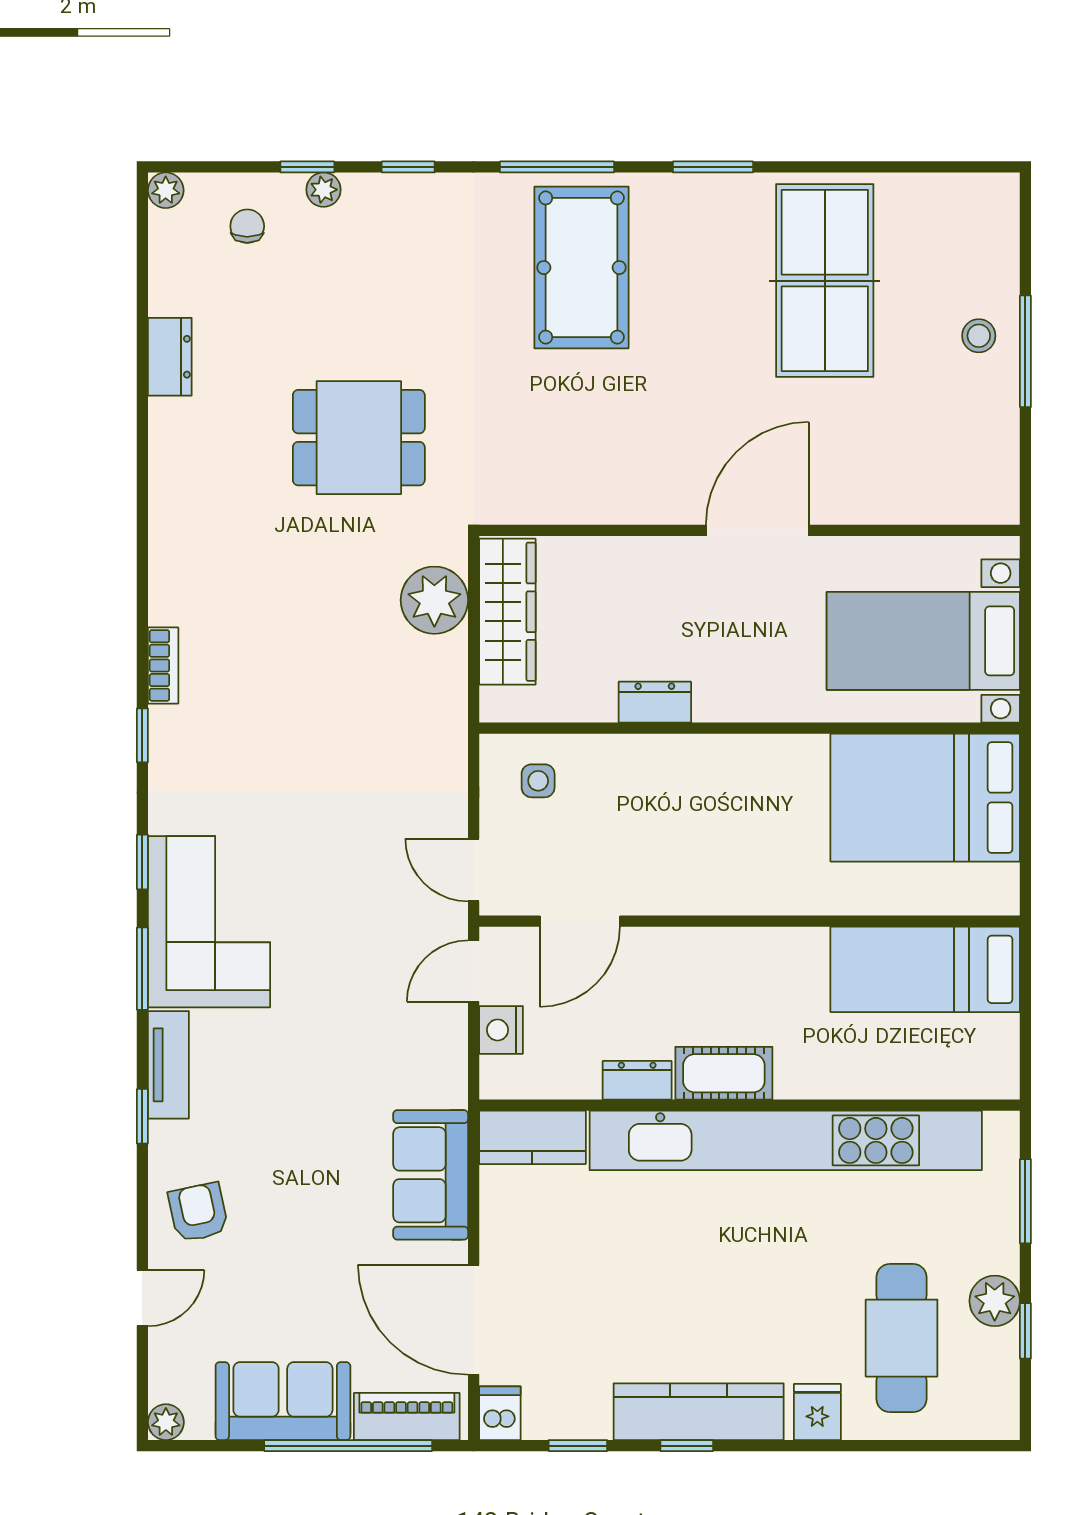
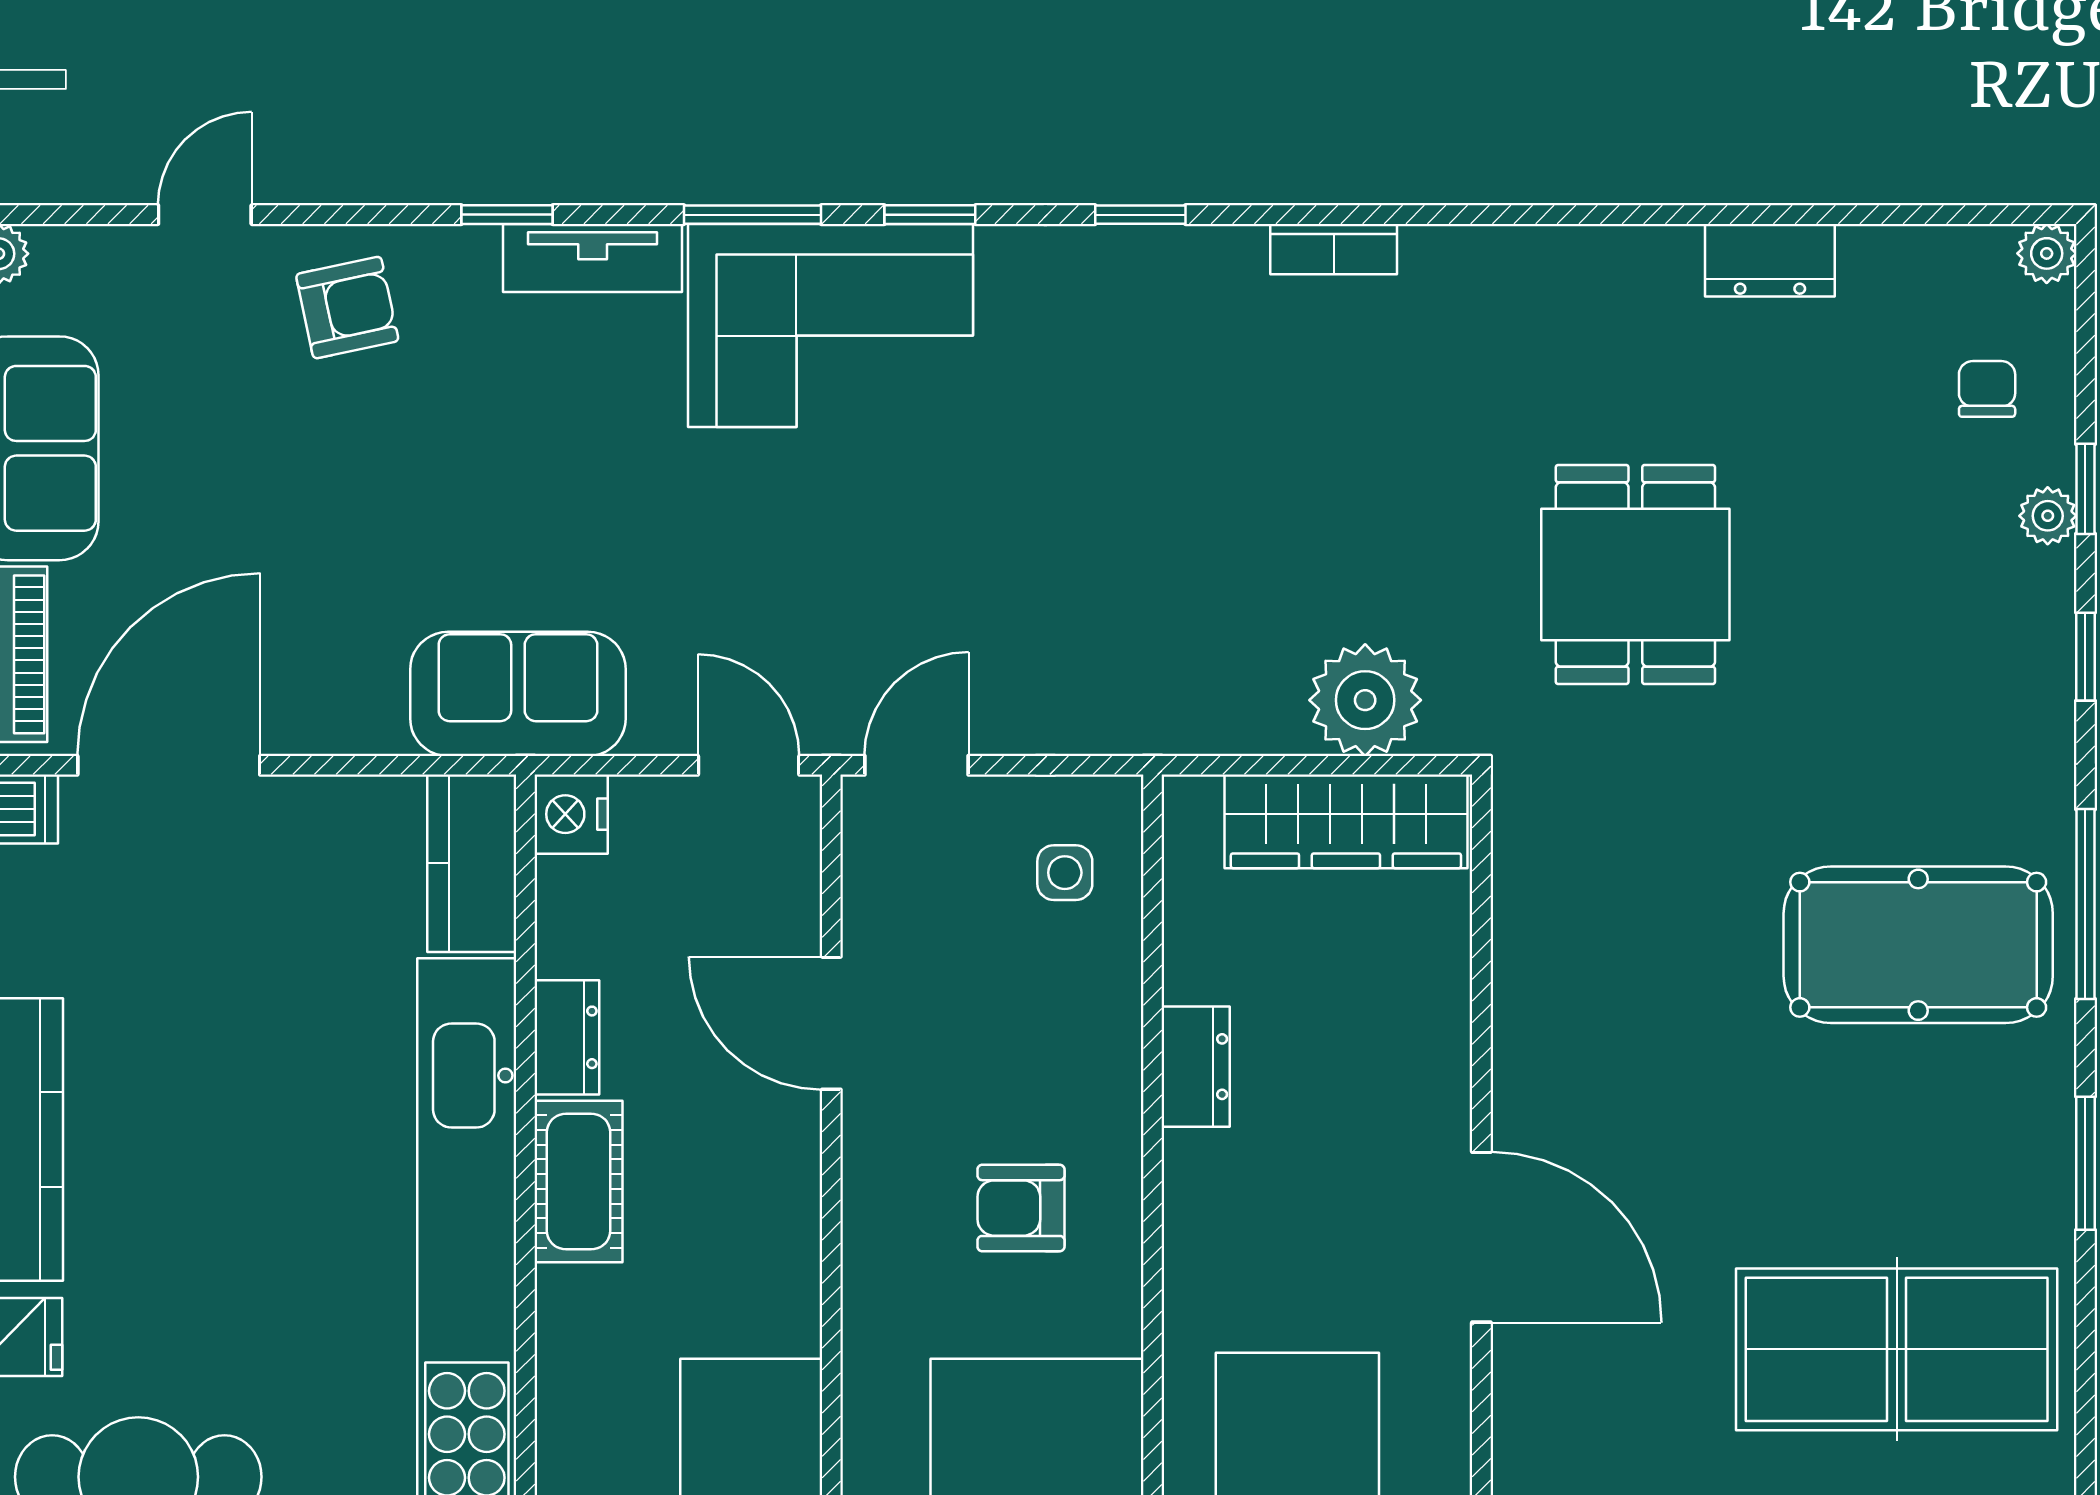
chair: (247, 226) -> (1987, 389), turned -90
bookcase: (163, 665) -> (1334, 249), moved
armchair: (740, 807) -> (1021, 1208), added
door: (580, 921) -> (831, 1023), moved
nightstand: (501, 1030) -> (571, 814), moved, turned -90
sofa: (431, 1175) -> (518, 694), moved
door: (142, 1298) -> (205, 215), swing flipped

